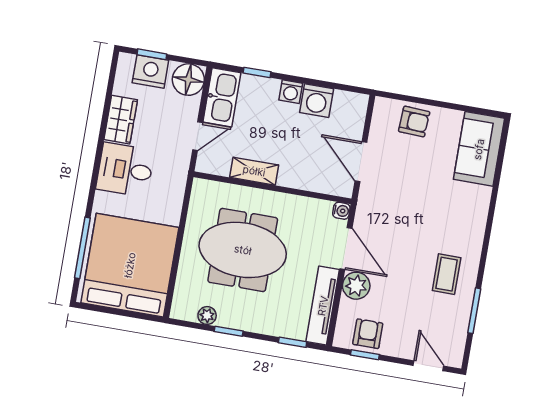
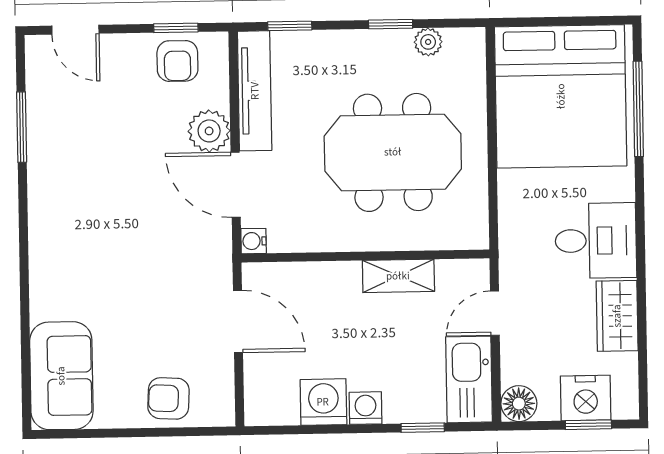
floor lamp: (188, 80) -> (519, 404), width x0.73, depth x0.73
coffee table: (447, 274) -> (74, 175), removed

